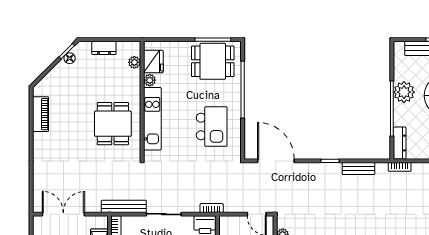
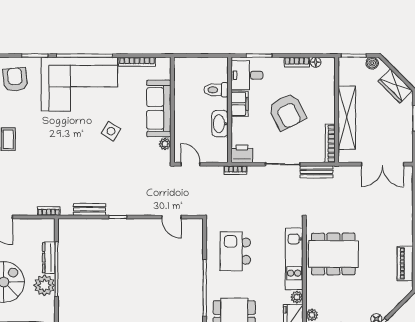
dining table: (113, 124) -> (333, 254), width x1.38
dresser: (400, 143) -> (49, 258), moved
door: (276, 161) -> (171, 217), width x0.53
bench: (124, 206) -> (316, 172), width x0.73

